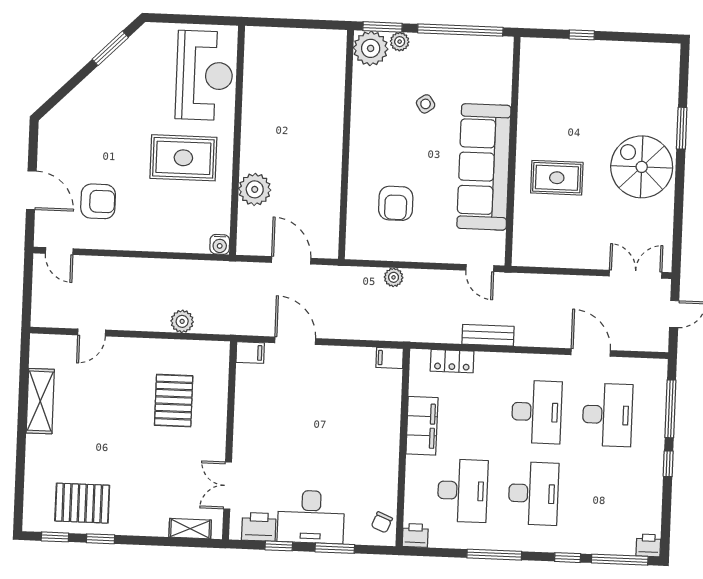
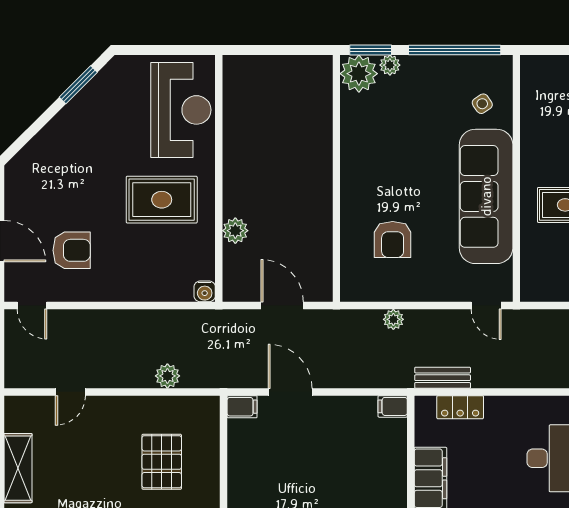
side table: (426, 104) -> (482, 104), moved
plant: (255, 189) -> (235, 231), width x0.73, depth x0.73
bench: (488, 335) -> (443, 378), moved

